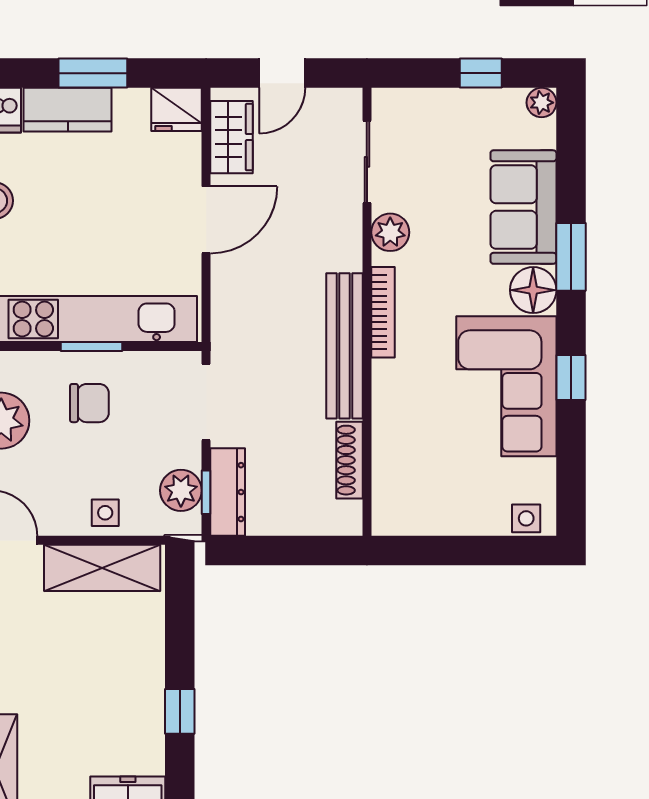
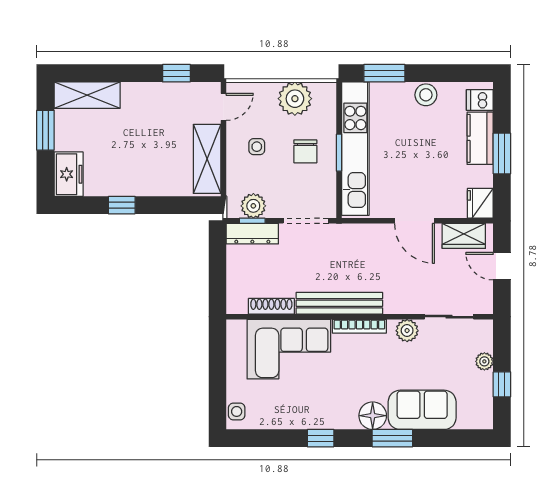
plant: (542, 103) -> (484, 361), moved
corner sofa: (506, 386) -> (289, 349), moved, turned 180
side table: (105, 513) -> (257, 147), moved

